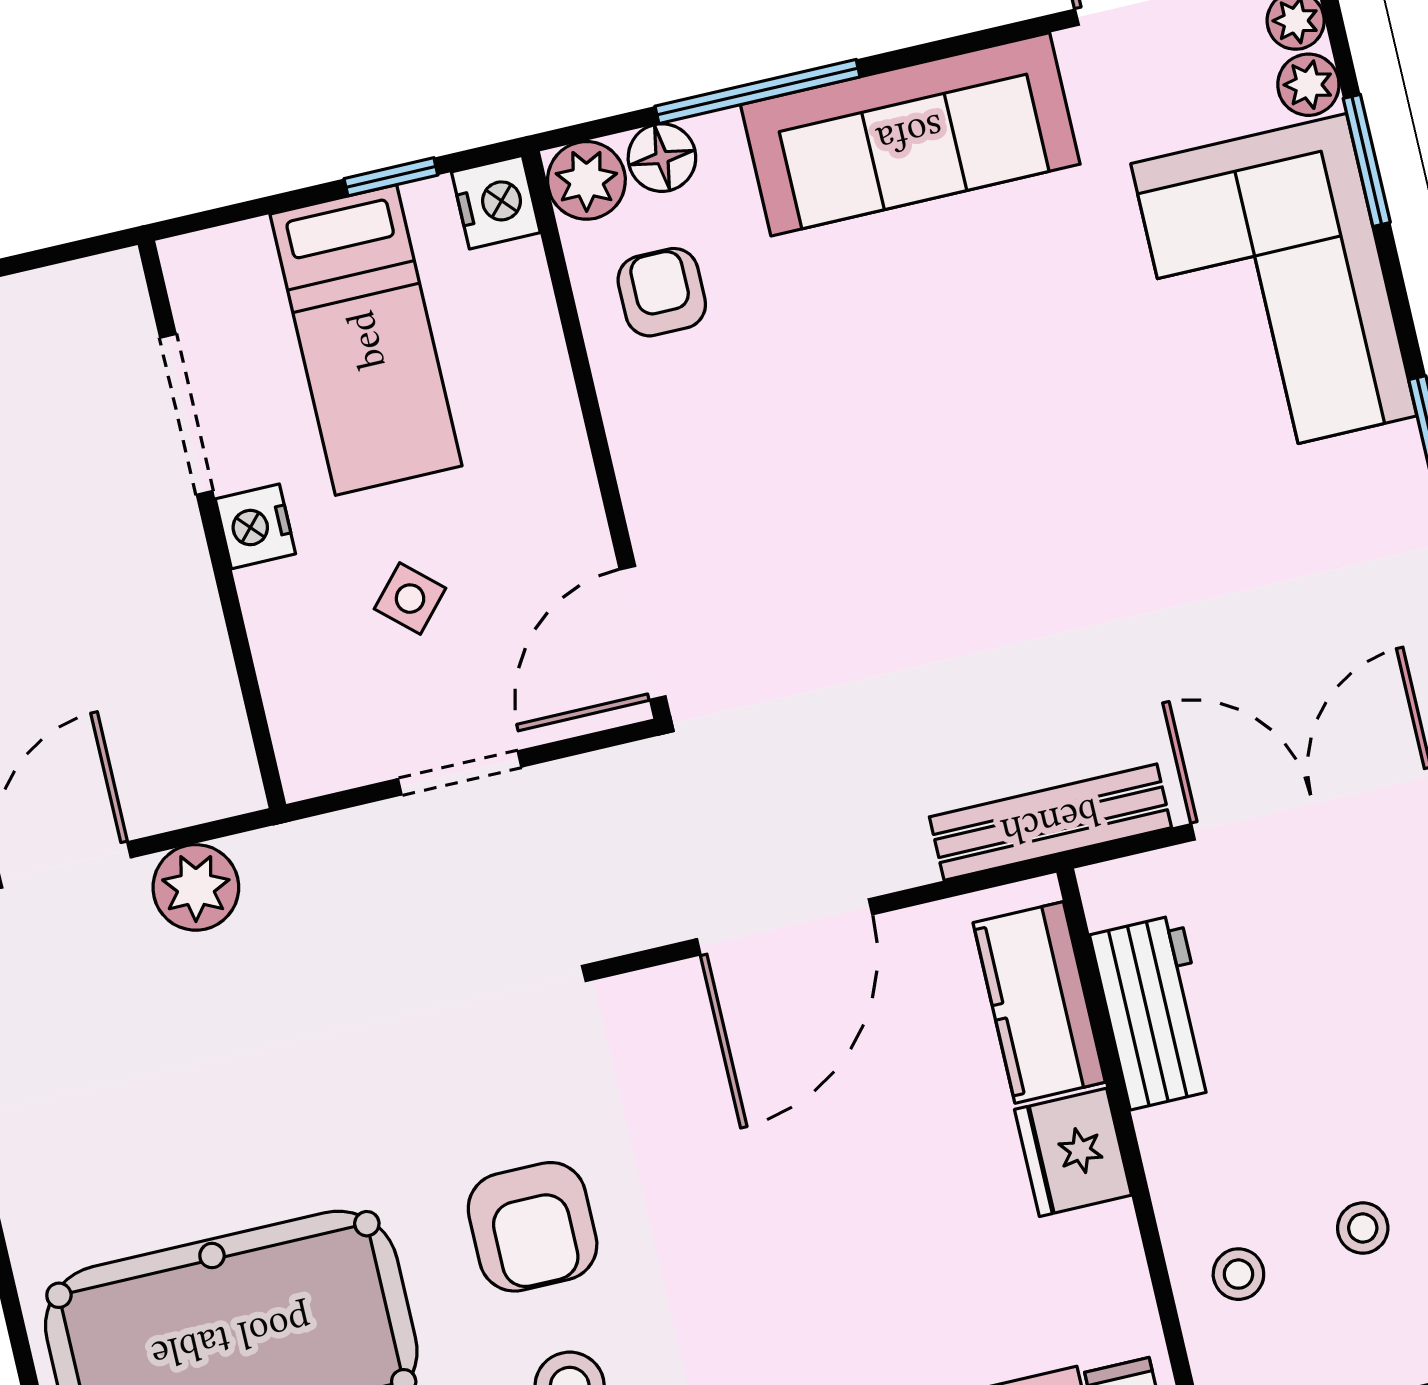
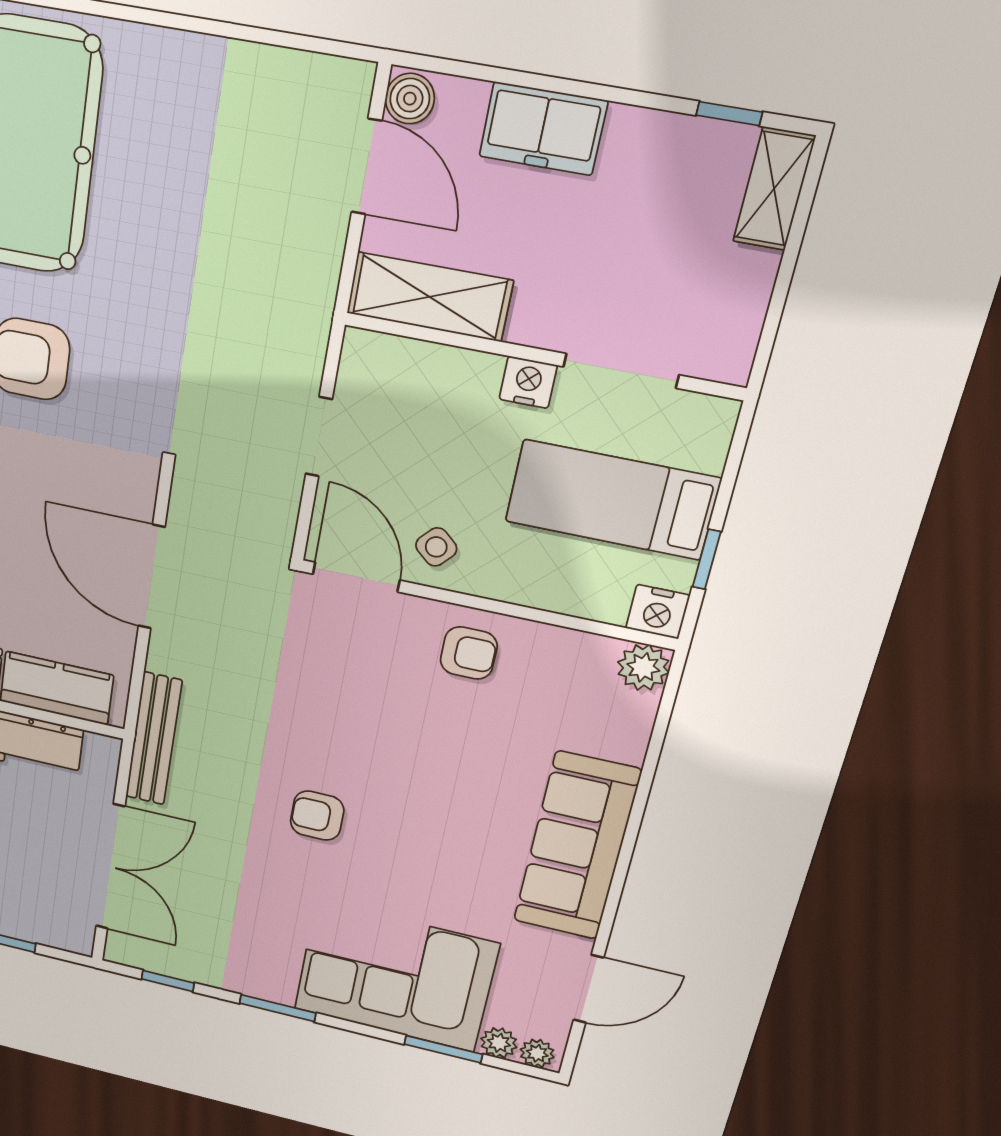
window: (758, 91) -> (646, 781), removed
floor lamp: (662, 158) -> (635, 714), removed
armchair: (662, 292) -> (469, 653), moved
armchair: (1055, 526) -> (317, 816), added
side table: (410, 599) -> (436, 547), moved
shelving: (199, 708) -> (429, 297), added
plant: (196, 887) -> (317, 245), removed

